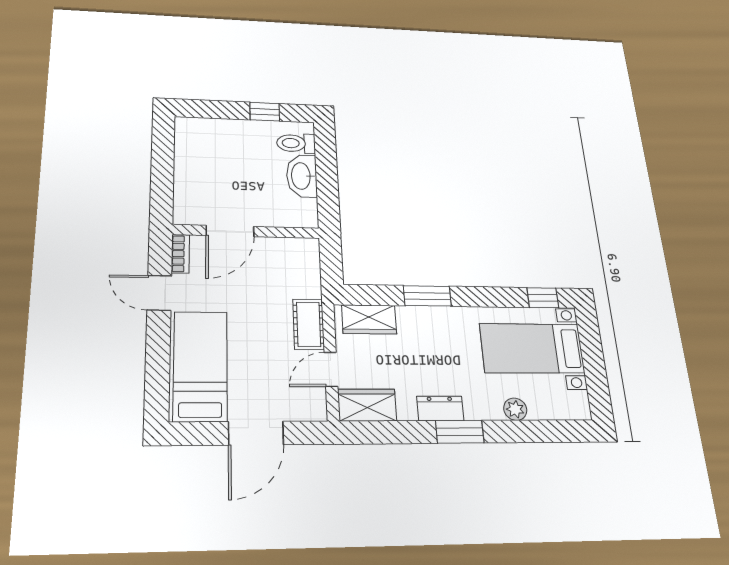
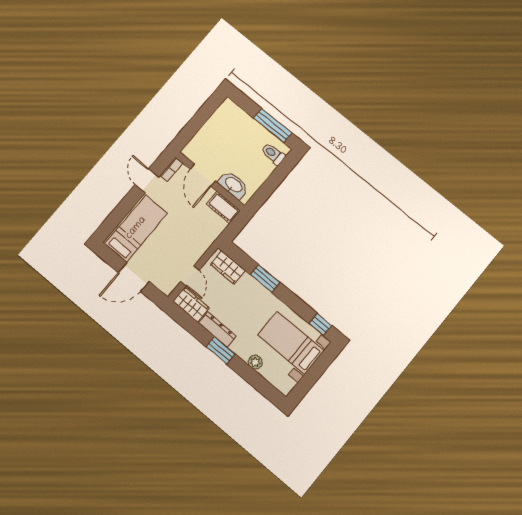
window: (265, 112) -> (273, 126), width x2.17
washbasin: (302, 176) -> (233, 185), moved, turned 90
door: (230, 231) -> (203, 175), hinge flipped
cot: (309, 324) -> (223, 207), moved, turned 90
door: (331, 369) -> (190, 276), swing flipped
dresser: (440, 408) -> (217, 330), width x1.44

